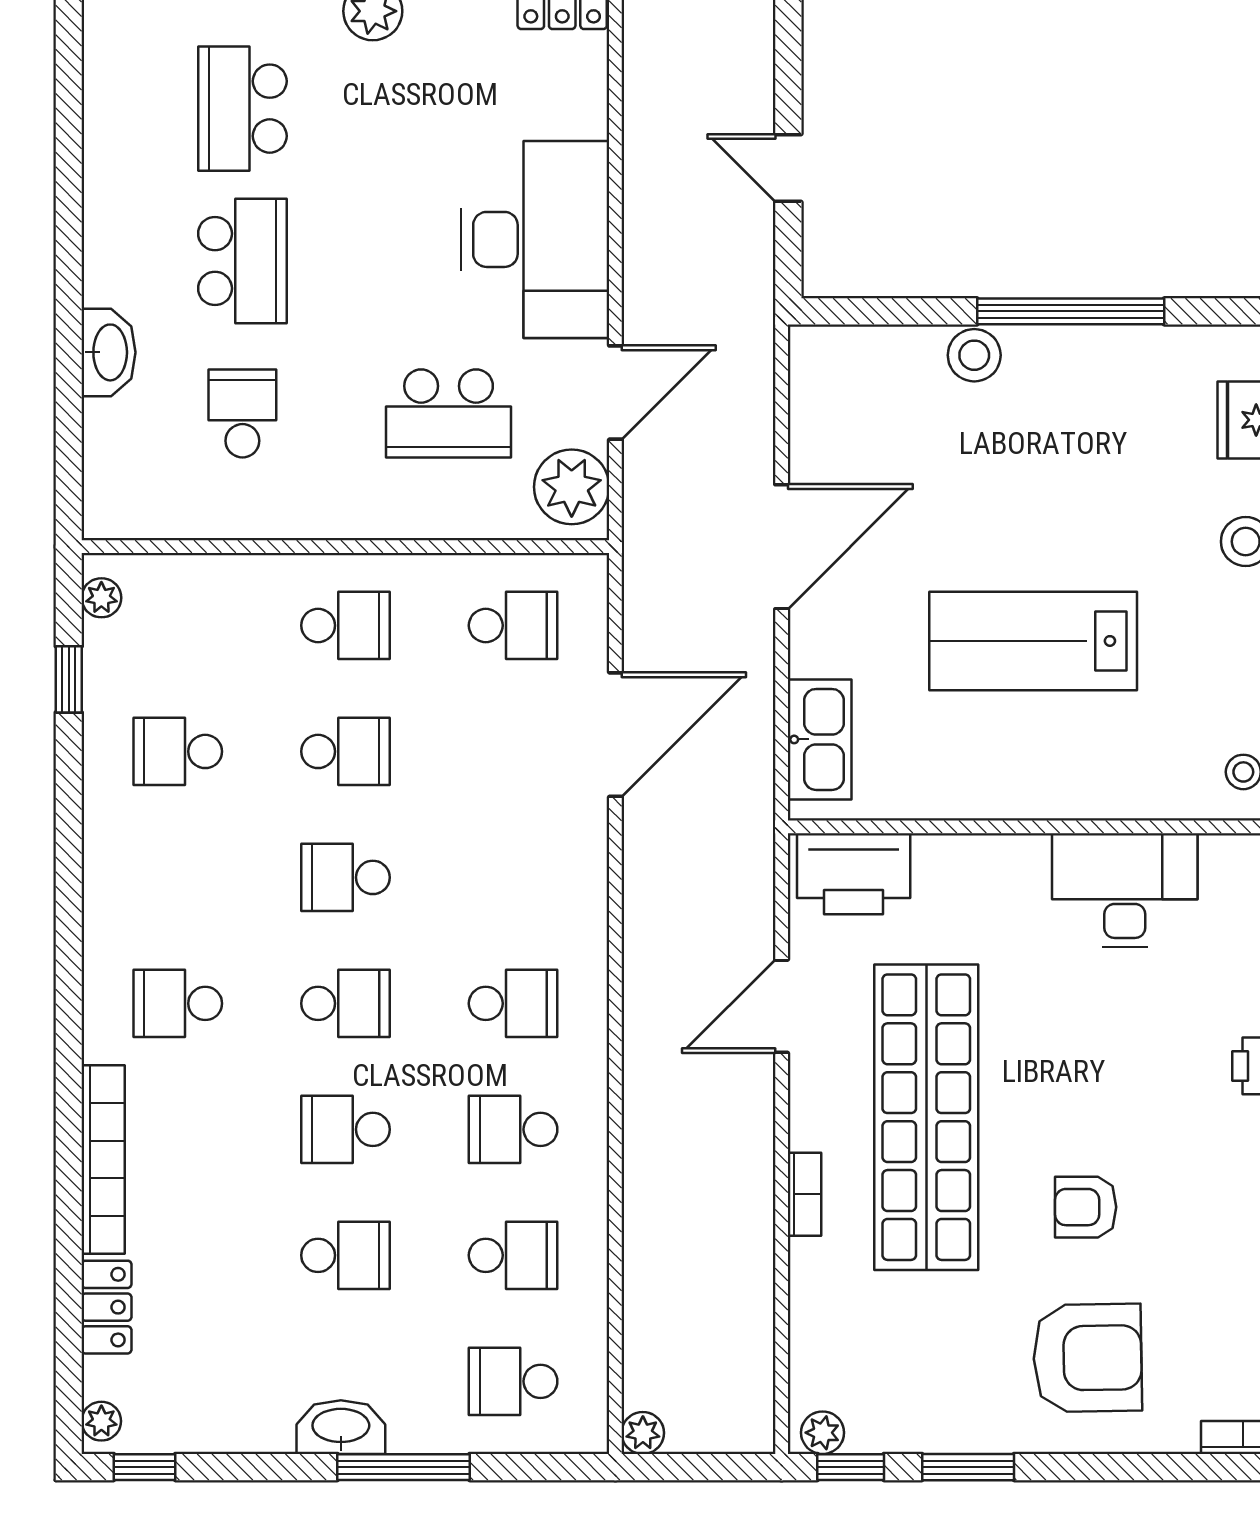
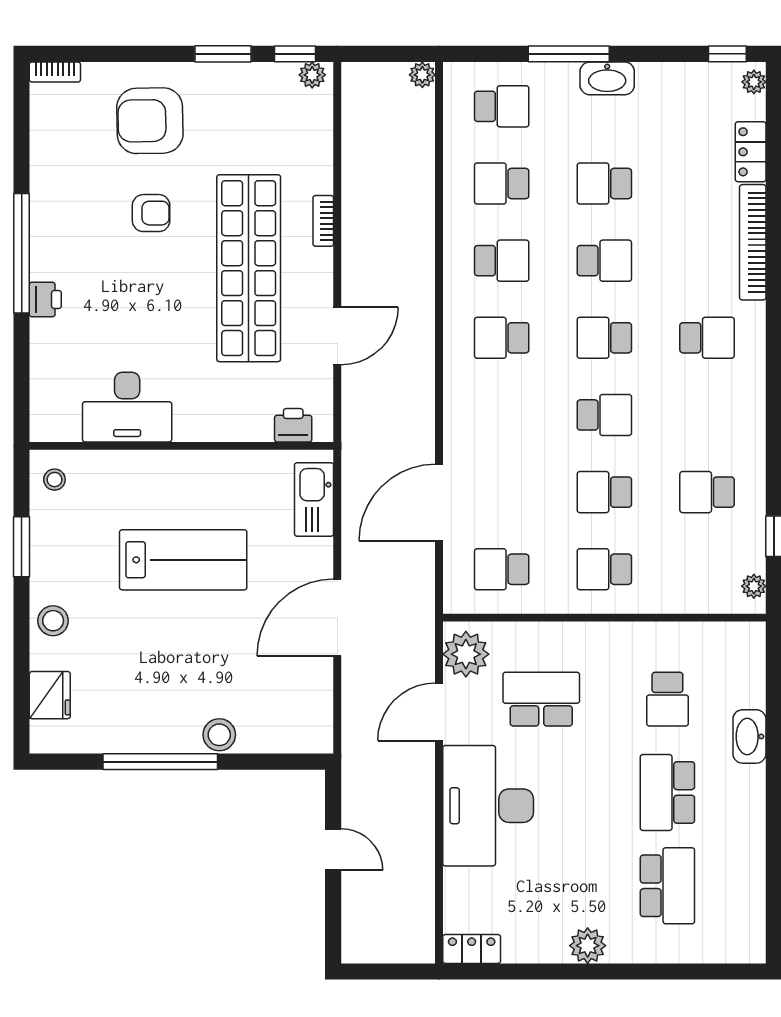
school desk: (178, 751) -> (707, 492), turned 180
printer: (854, 874) -> (293, 425), width x0.53, depth x0.68

